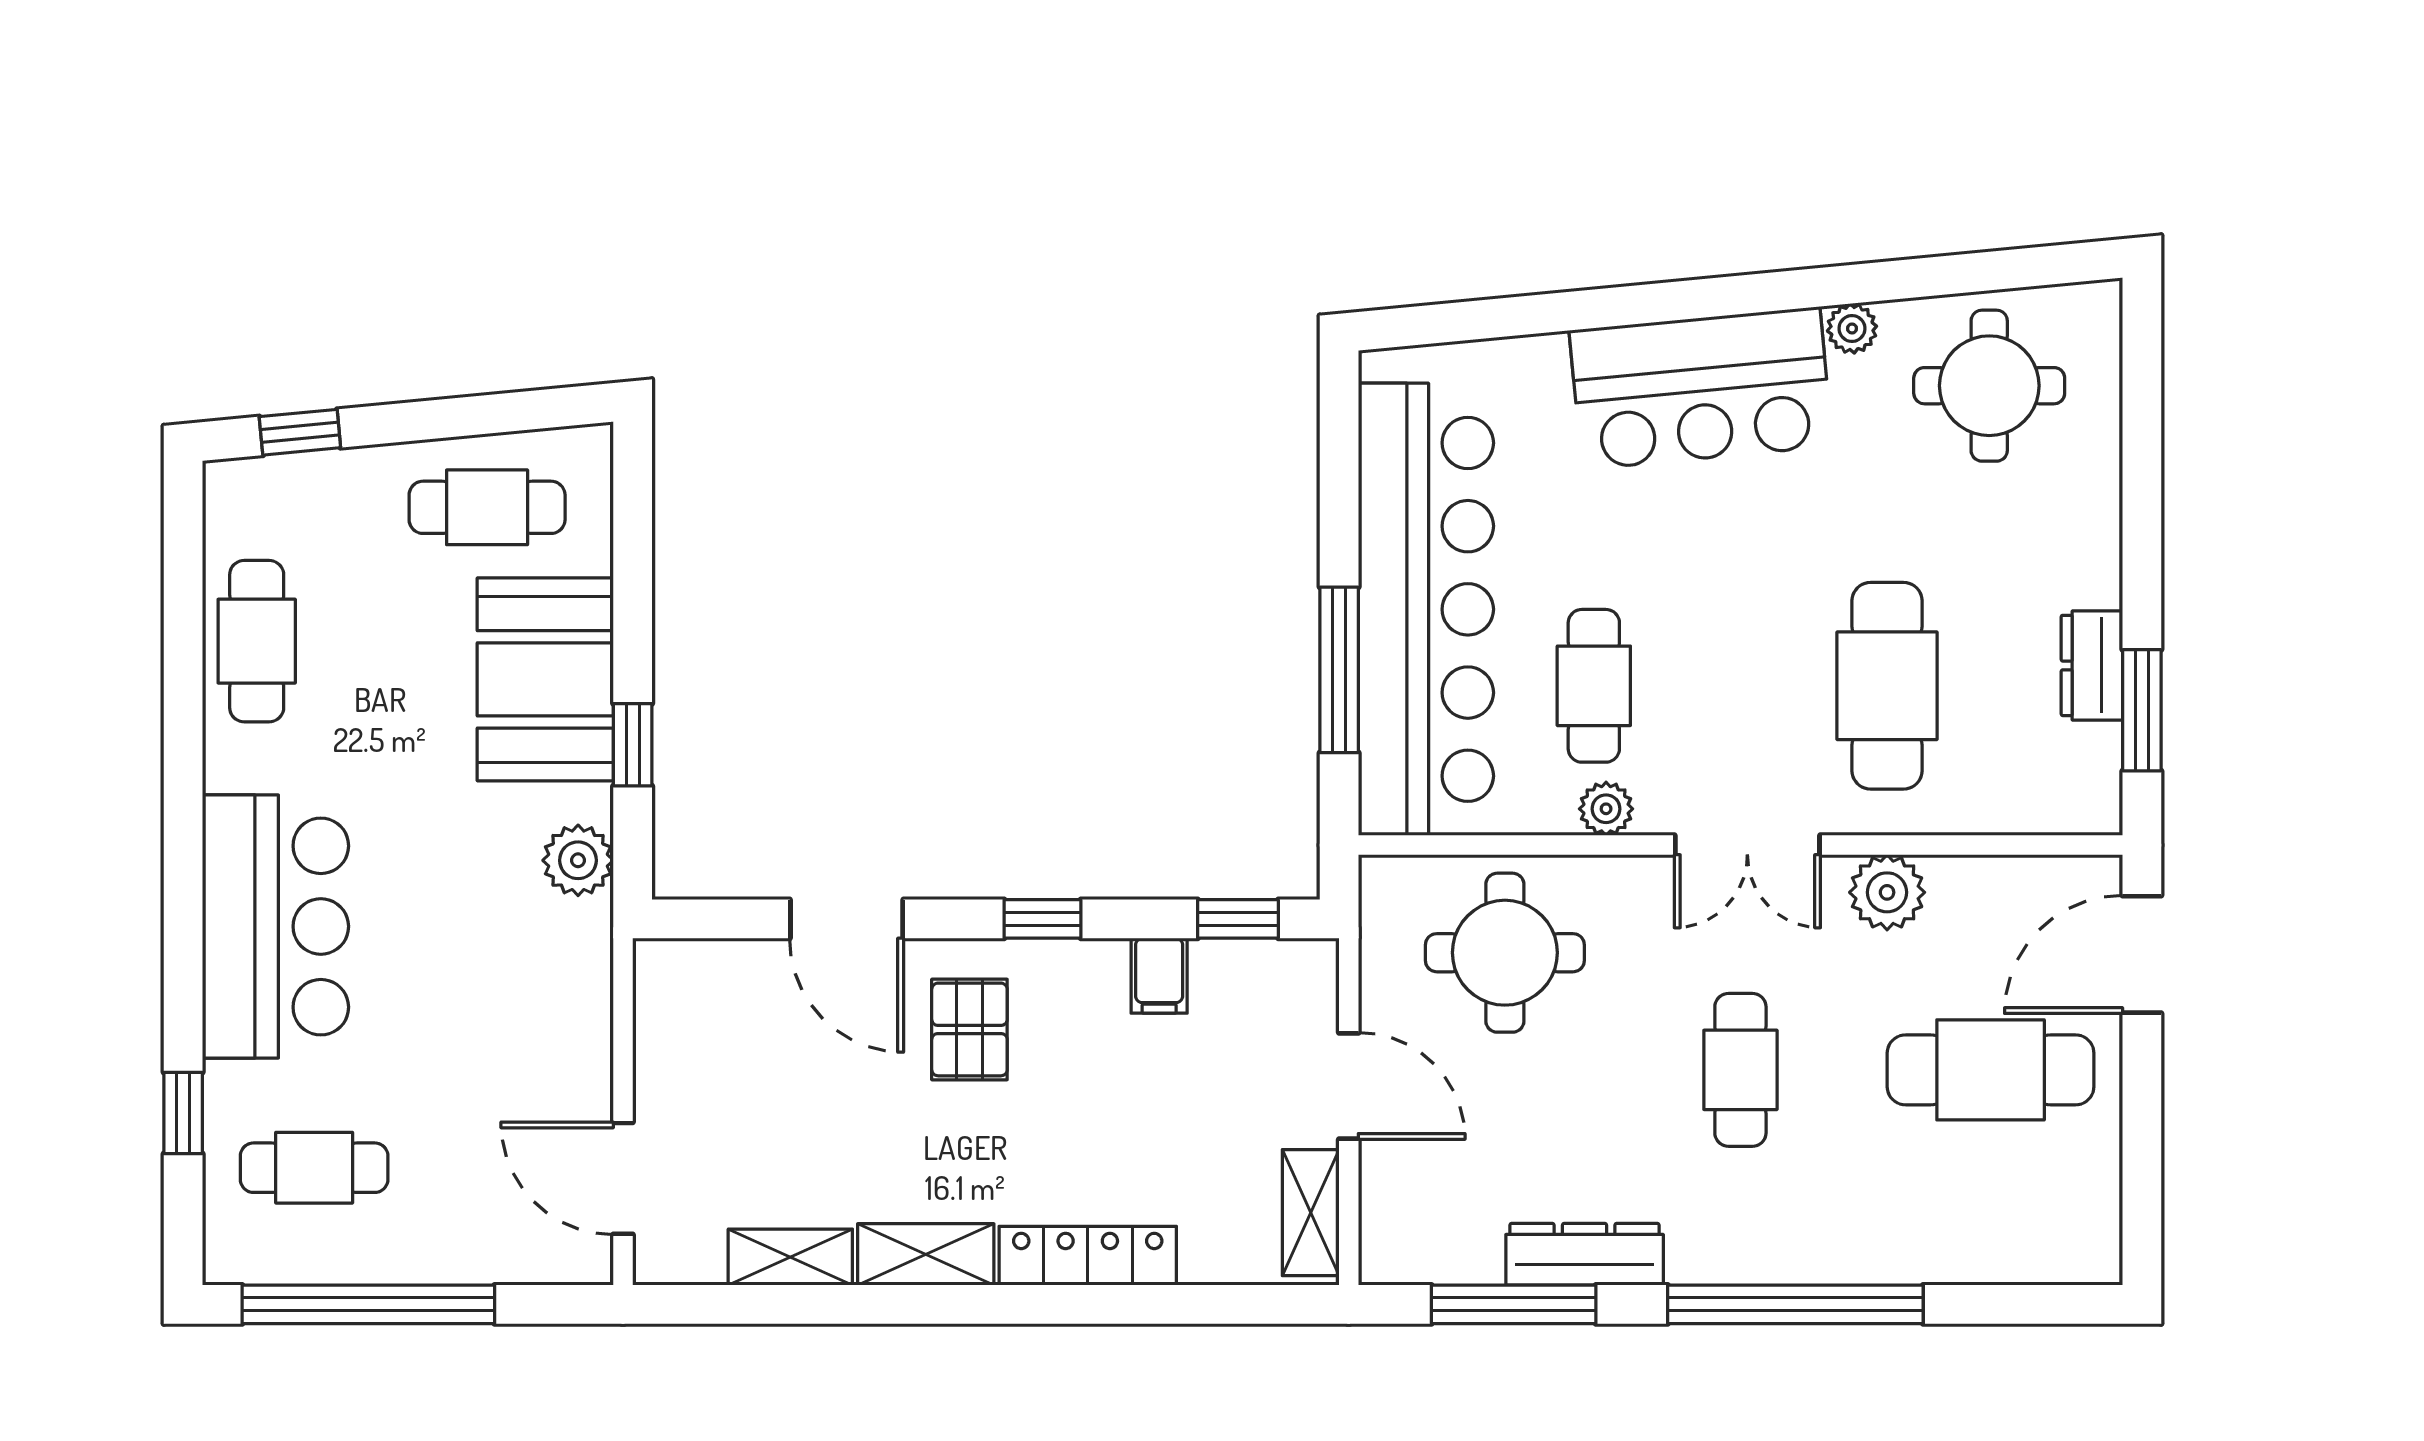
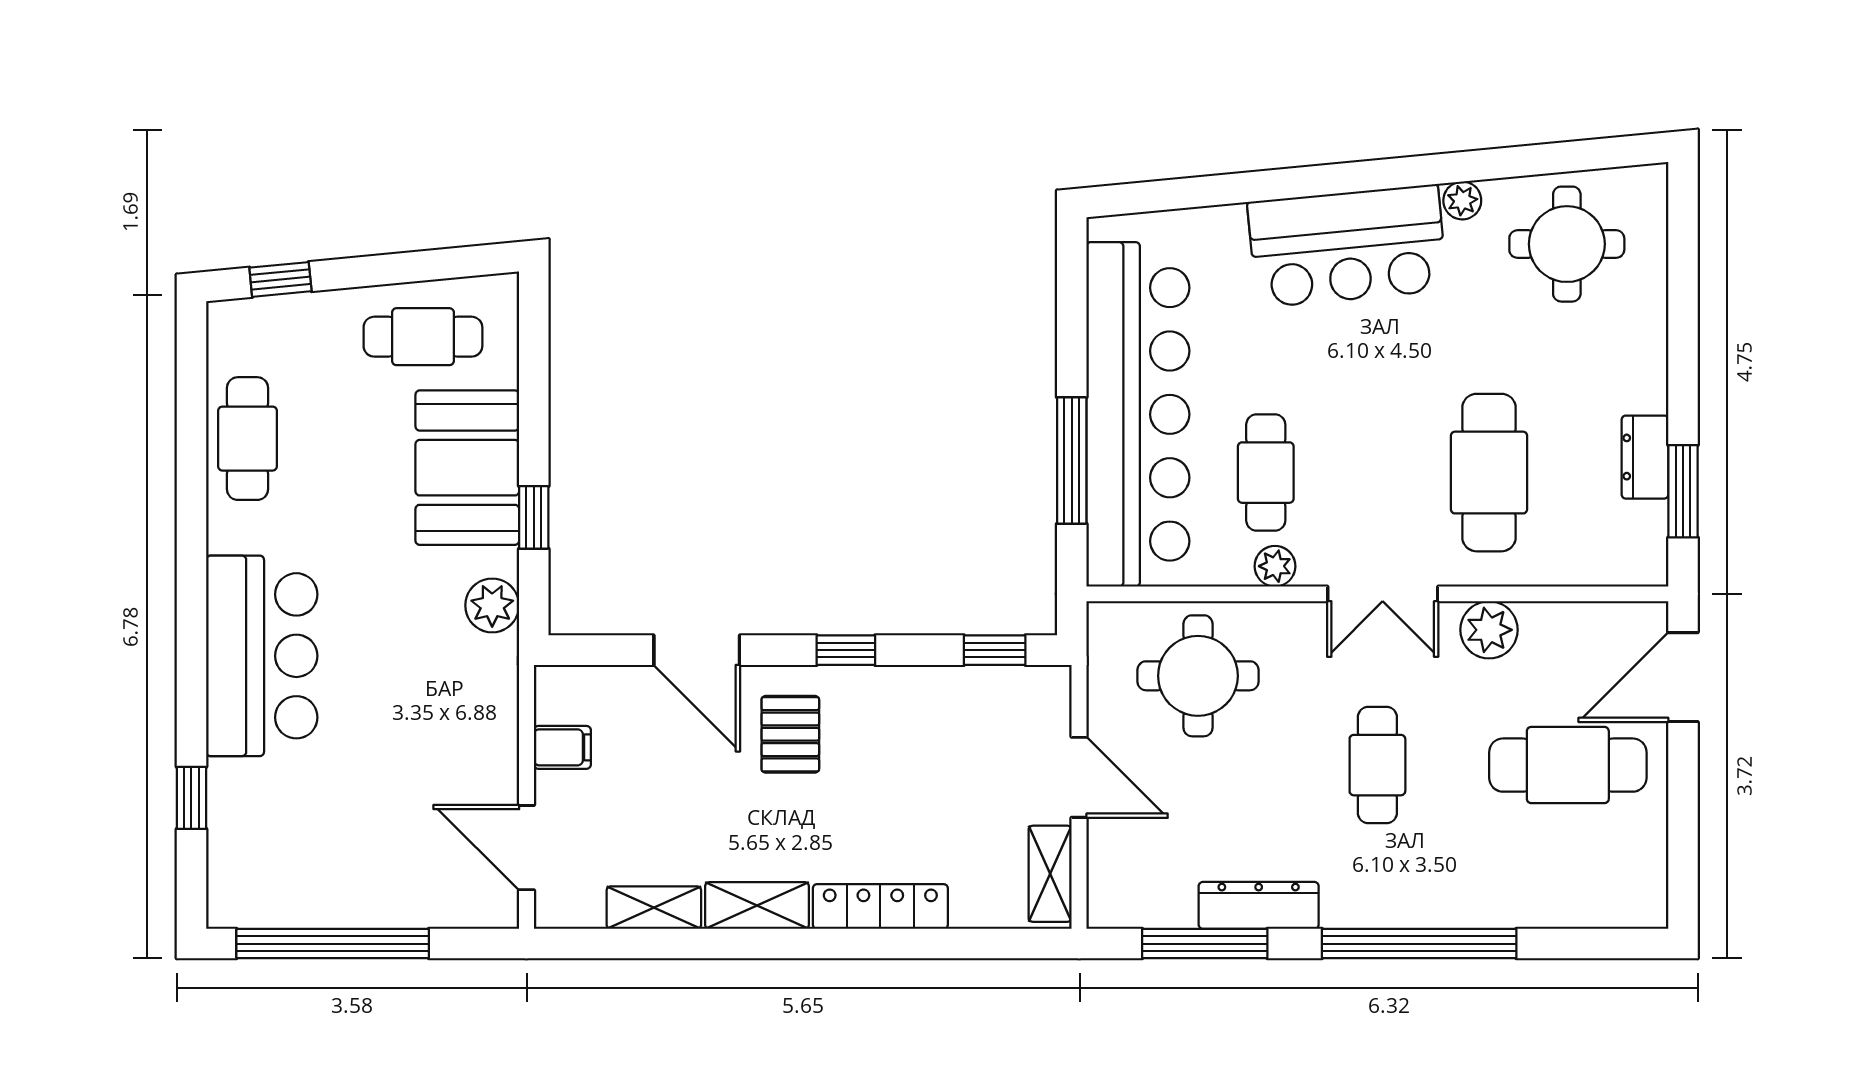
filing cabinet: (1159, 976) -> (562, 747), moved, turned -90
cafe table: (314, 1168) -> (291, 840), removed

